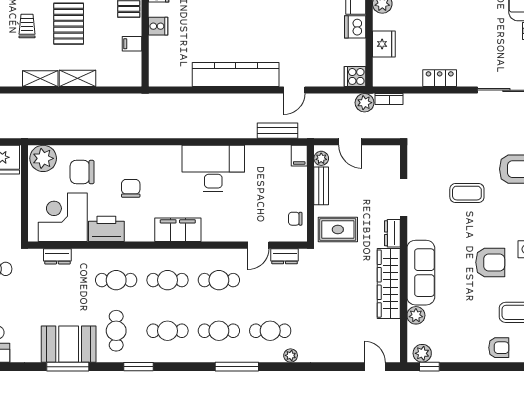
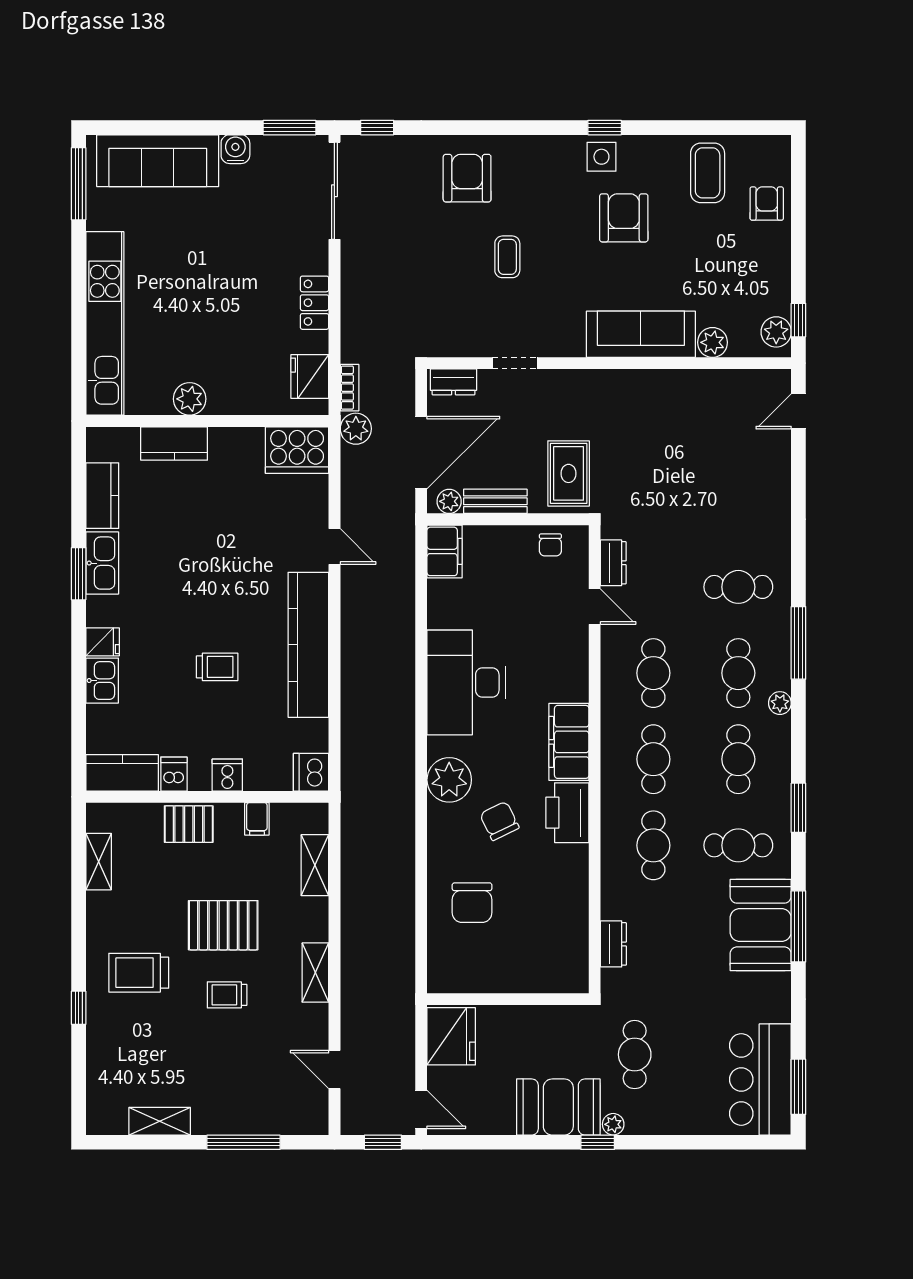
trolley: (223, 20) -> (217, 667), added
dishwasher: (355, 27) -> (311, 772), moved, turned 90
fridge: (384, 44) -> (310, 376), moved, turned -90
cooker: (355, 76) -> (297, 450), width x1.87, depth x1.31
shelving: (78, 78) -> (315, 865), moved
bench: (277, 131) -> (403, 575), removed
door: (350, 142) -> (421, 453), width x1.88
filing cabinet: (299, 156) -> (445, 551), width x2.00
plant: (43, 158) -> (449, 780), moved
chair: (131, 188) -> (499, 821), turned 64
coffee table: (467, 193) -> (507, 257), width x0.73, depth x0.77
doorway: (404, 198) -> (515, 363), width x0.73
corner desk: (63, 217) -> (548, 935), removed
printer: (106, 229) -> (567, 813), moved
dresser: (392, 233) -> (453, 382), moved
wardrobe: (389, 284) -> (659, 388), removed
cafe table: (270, 331) -> (738, 587), turned 90
plant: (291, 355) -> (780, 703), moved

